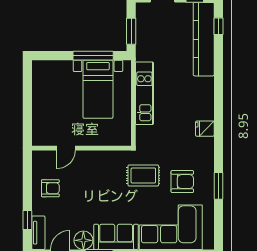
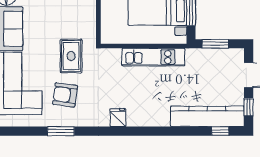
armchair: (182, 182) -> (65, 95), turned 98

